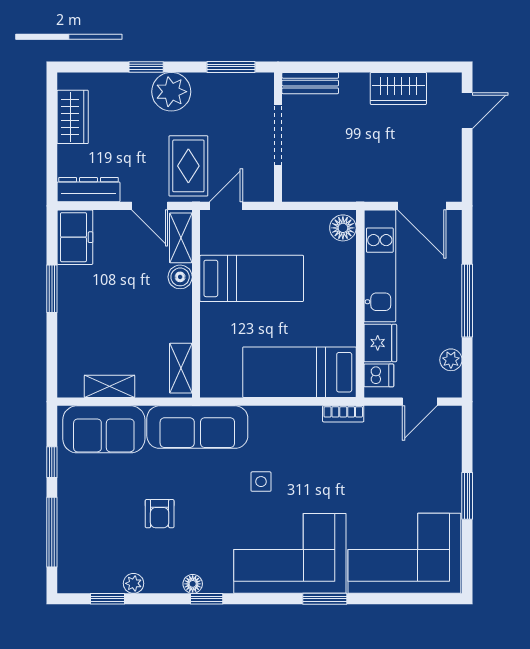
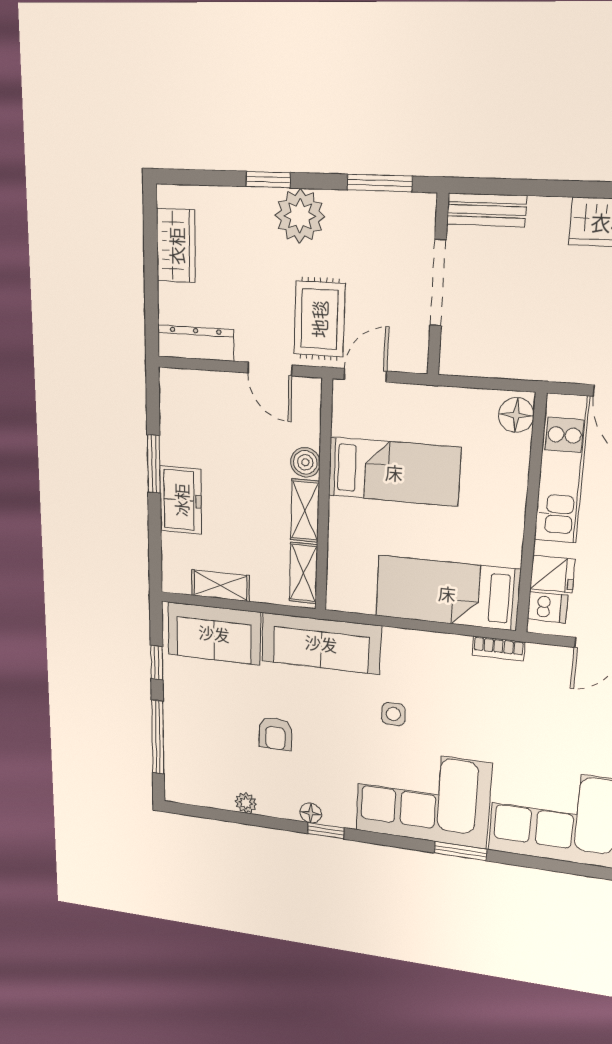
freezer: (75, 237) -> (181, 500), moved
shelving: (181, 238) -> (305, 511), moved
fridge: (380, 343) -> (552, 574), width x0.72
window: (107, 599) -> (218, 814), removed

